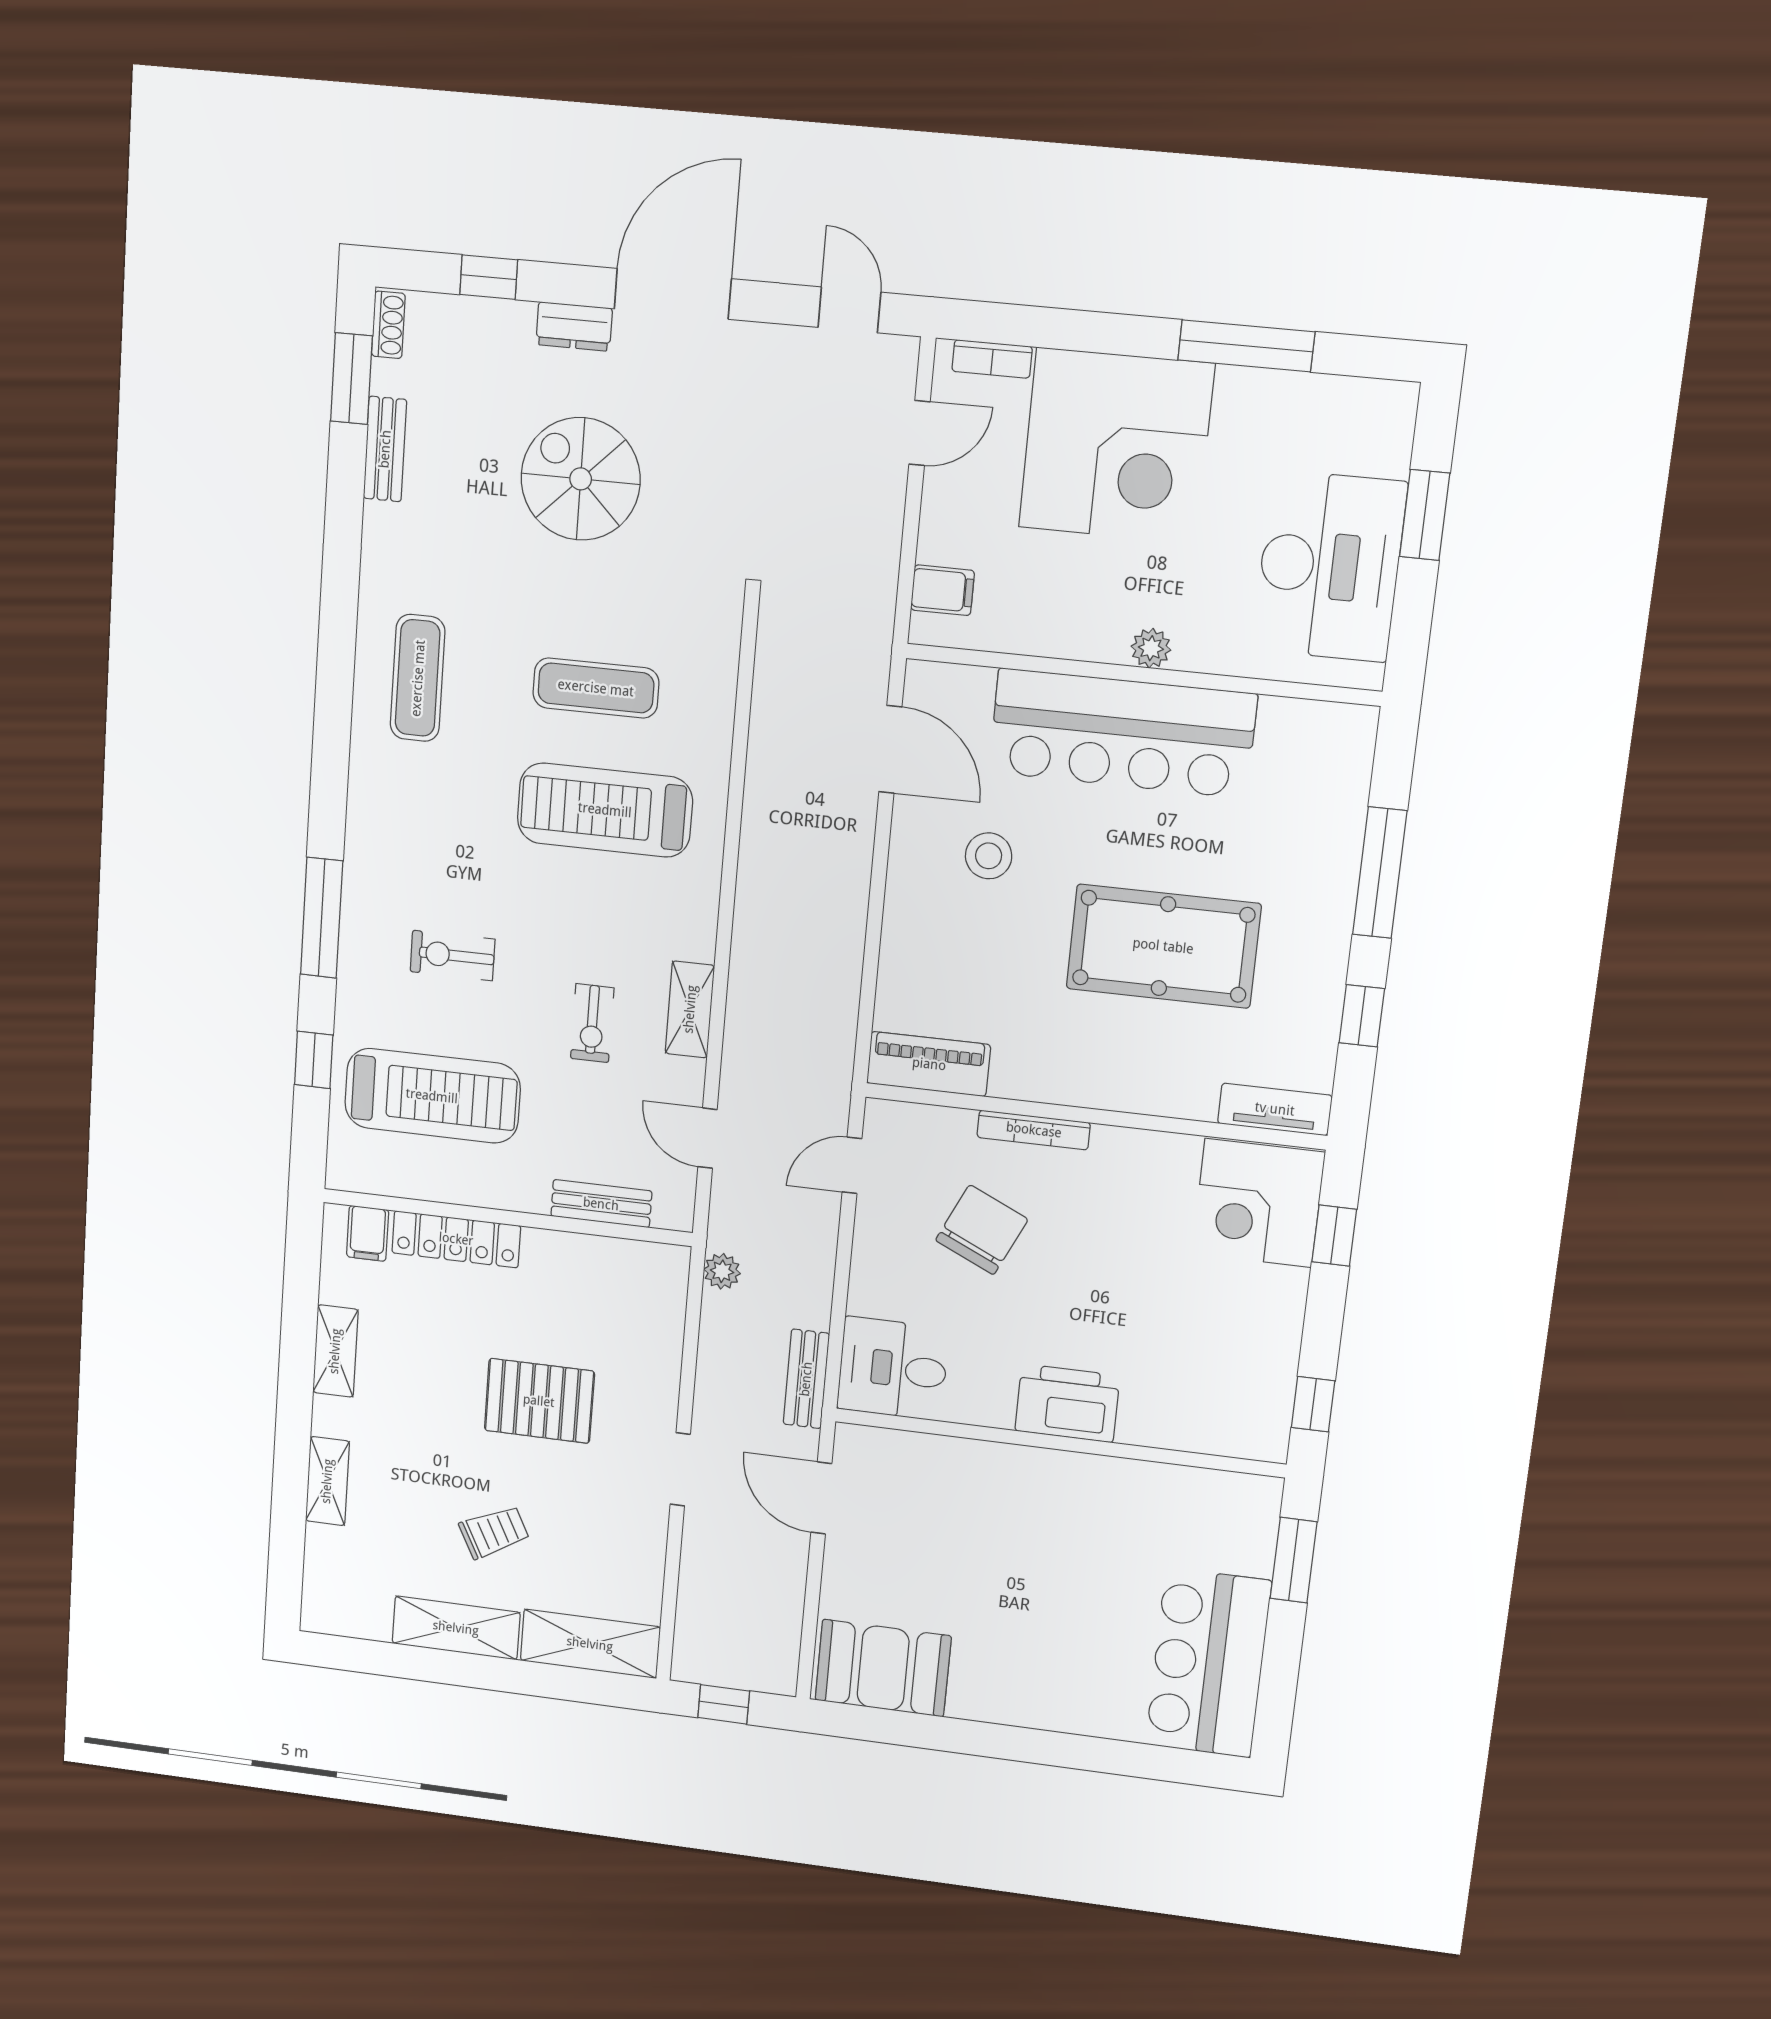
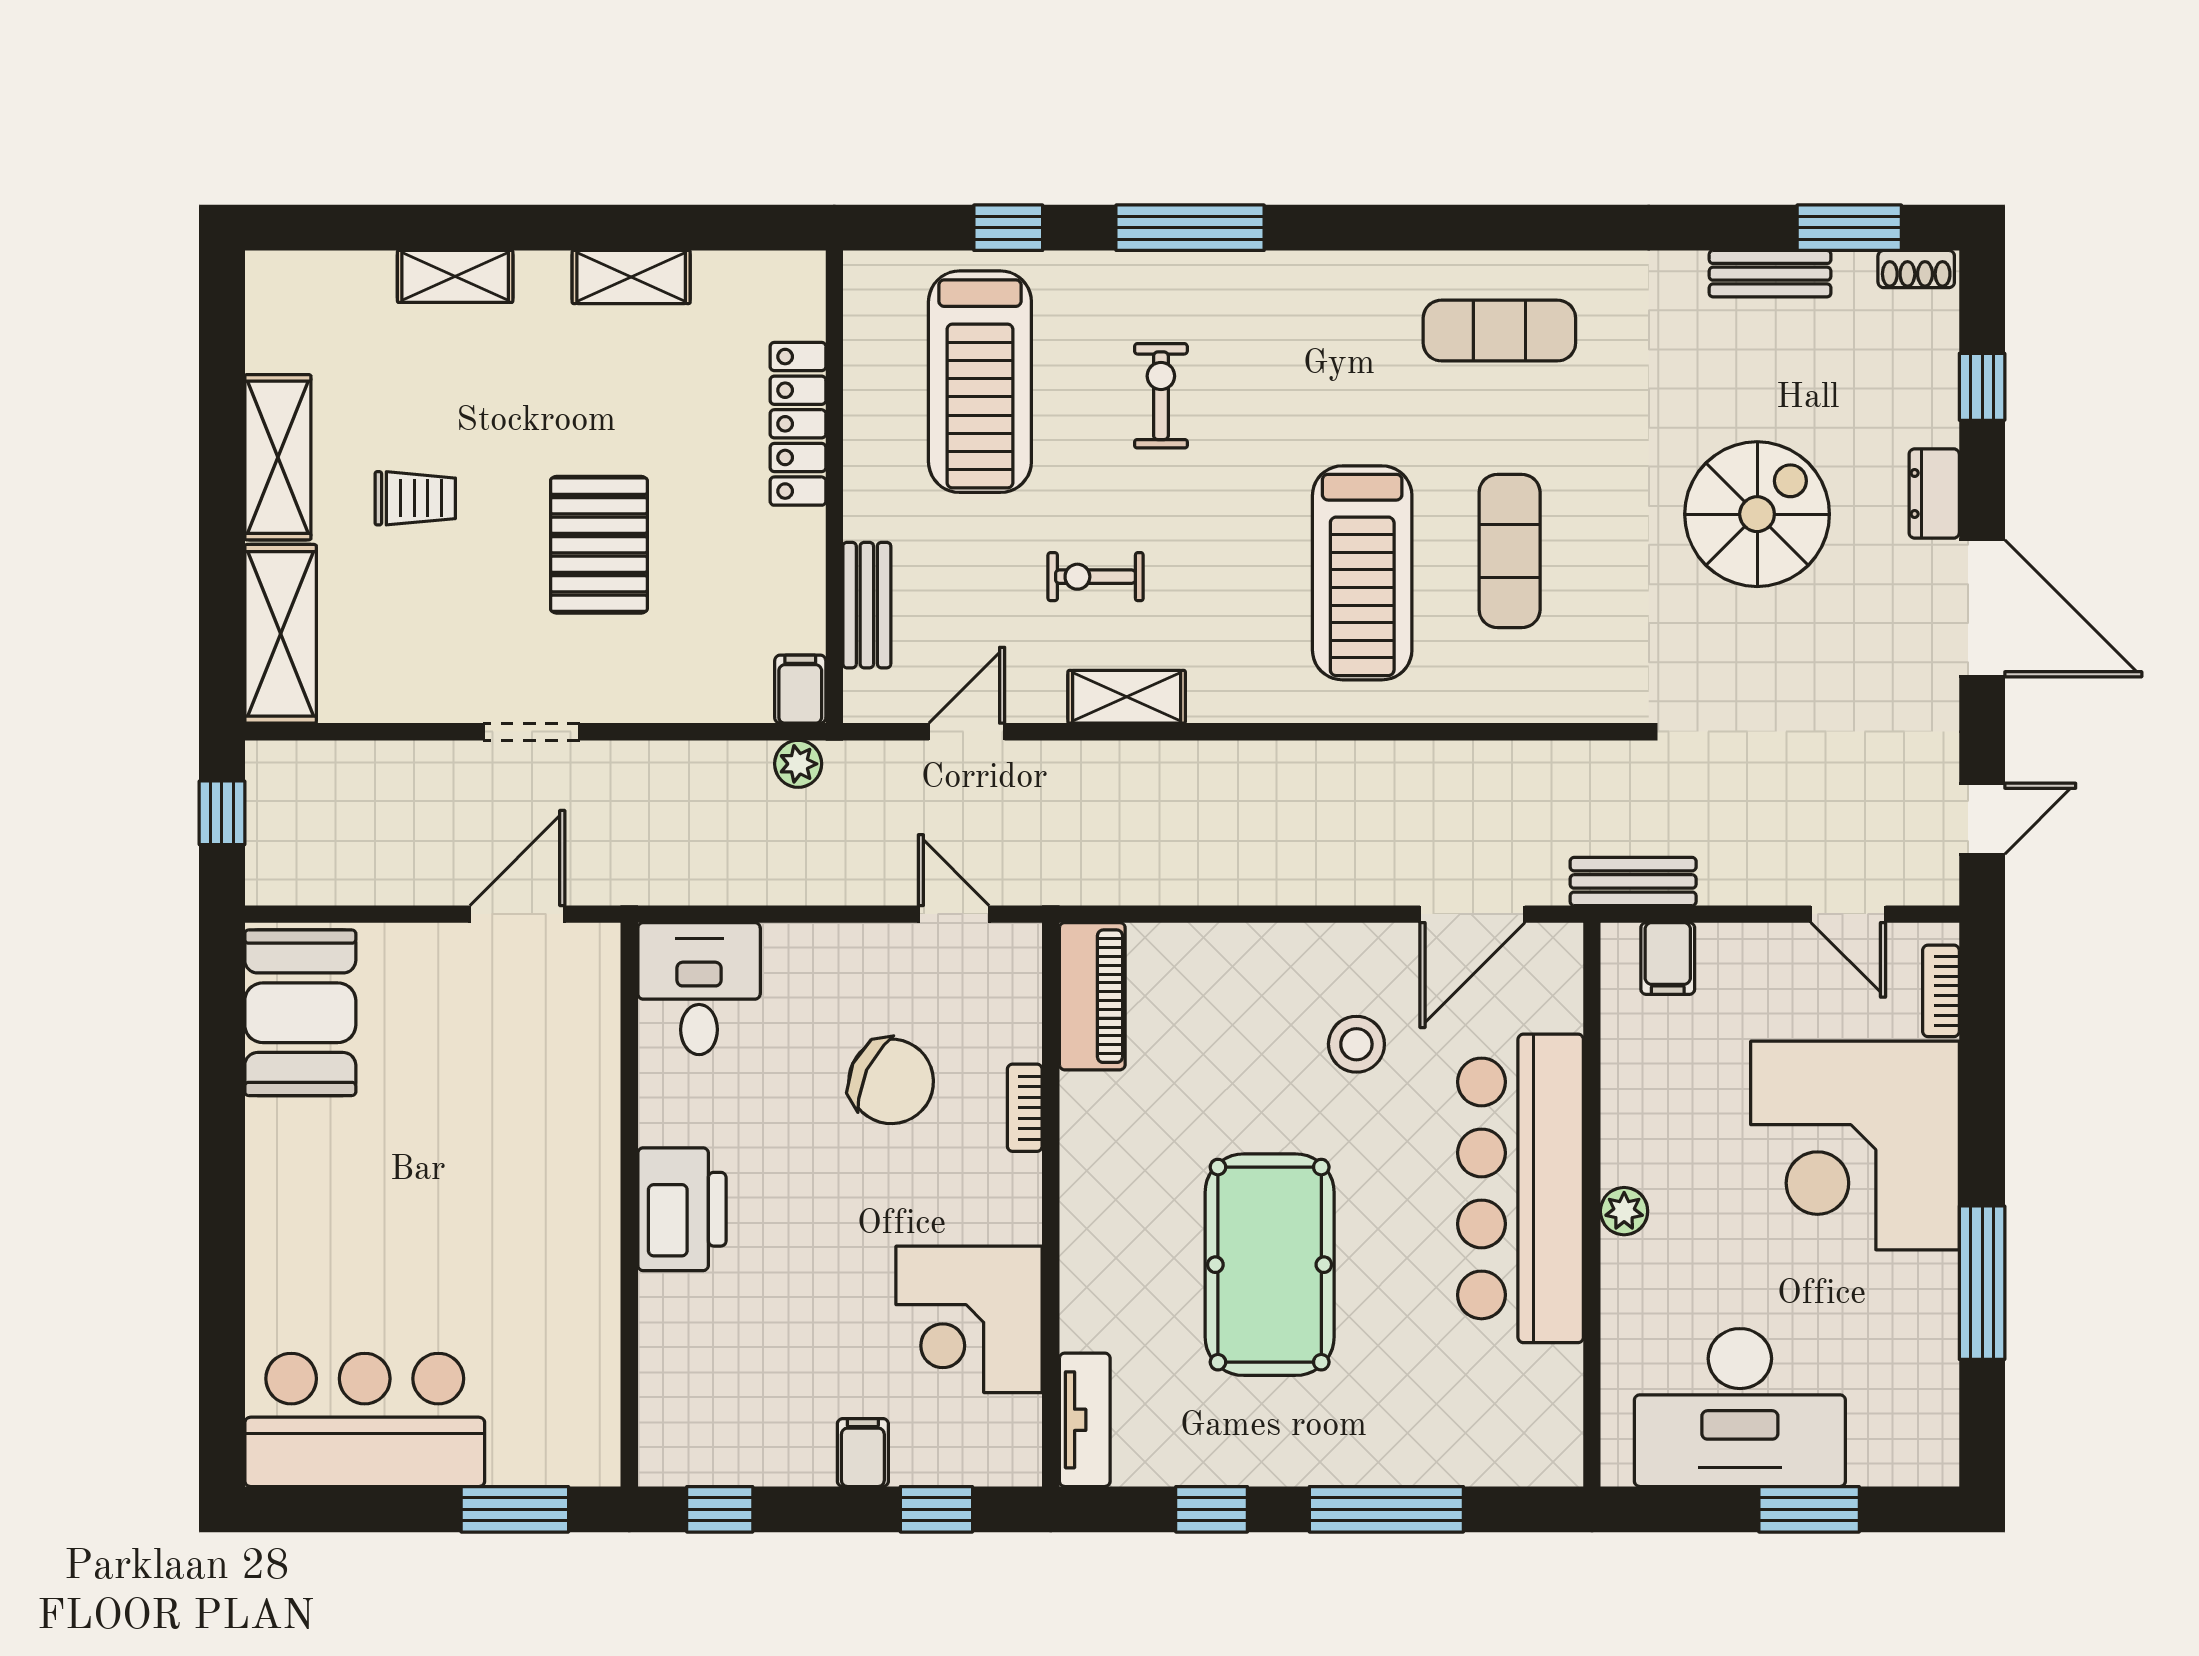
treadmill: (605, 810) -> (1362, 573), turned 180
bookcase: (1034, 1130) -> (1025, 1108), width x0.64
corner desk: (1258, 1203) -> (969, 1319), moved, turned -90
filing cabinet: (368, 1233) -> (800, 689), moved, turned 90
filing cabinet: (1280, 1288) -> (863, 1453), added
bench: (806, 1379) -> (1633, 881), moved
trolley: (494, 1532) -> (415, 498), turned -63

